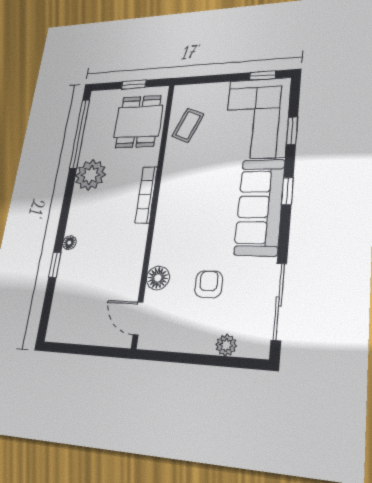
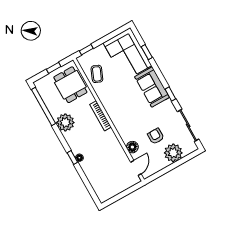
window: (263, 75) -> (86, 50), moved
window: (287, 191) -> (170, 94), moved
sofa: (260, 207) -> (152, 87), width x0.73
window: (55, 265) -> (72, 158), moved
door: (138, 318) -> (136, 168), swing flipped
plant: (226, 345) -> (173, 153), width x1.88, depth x1.88

